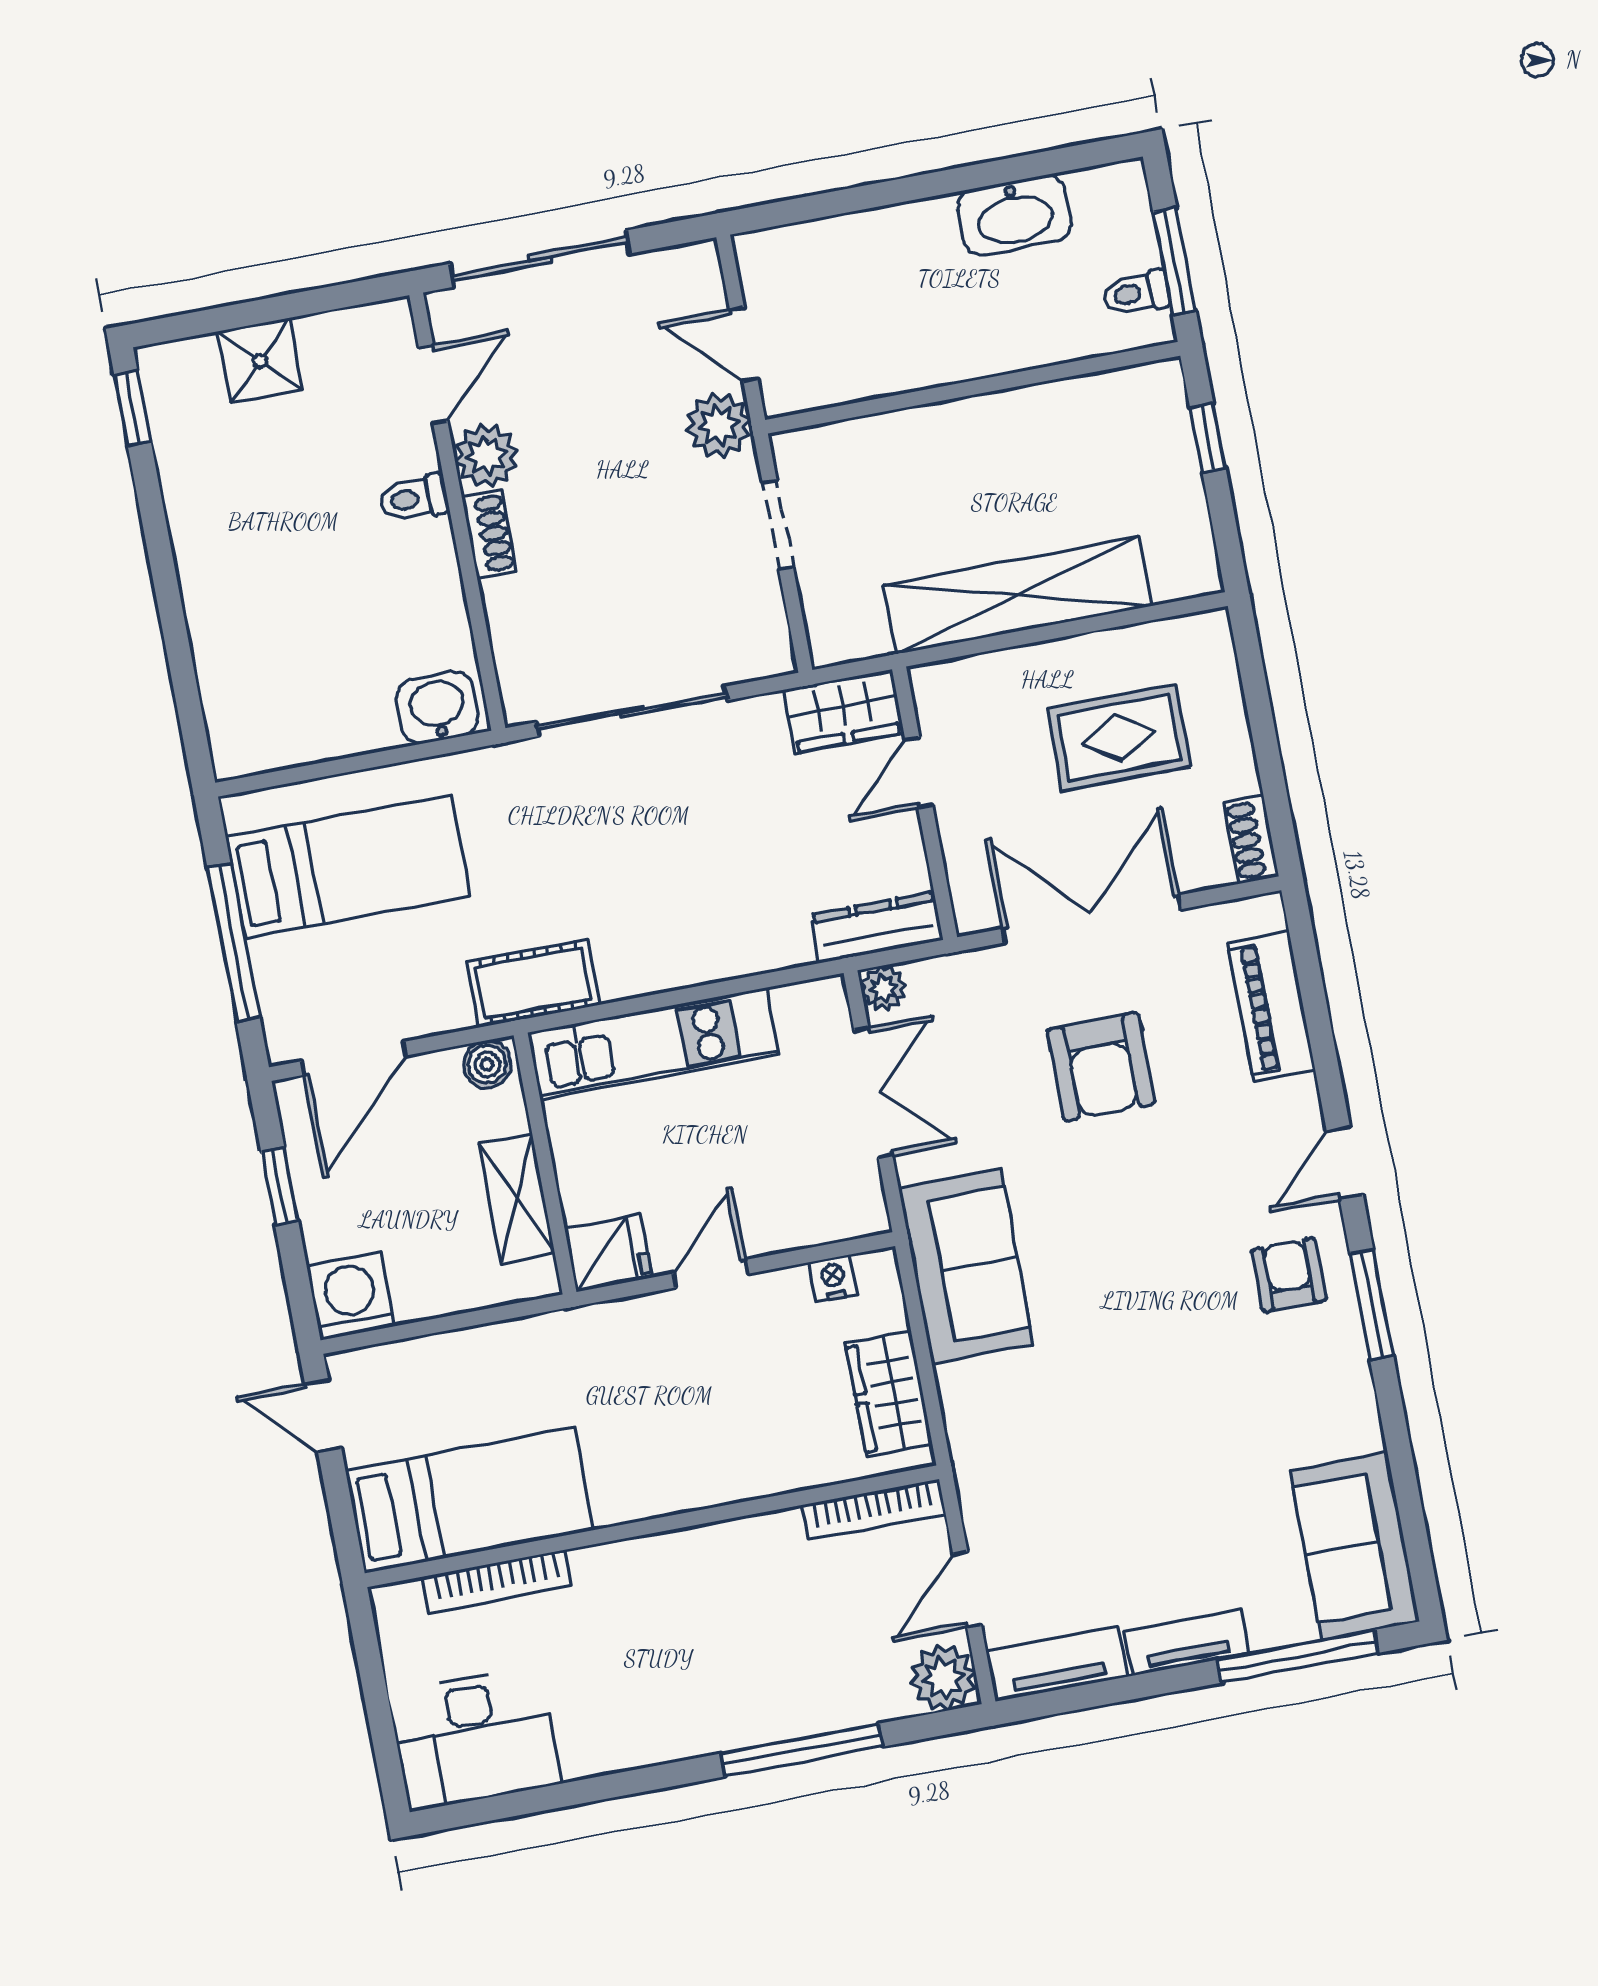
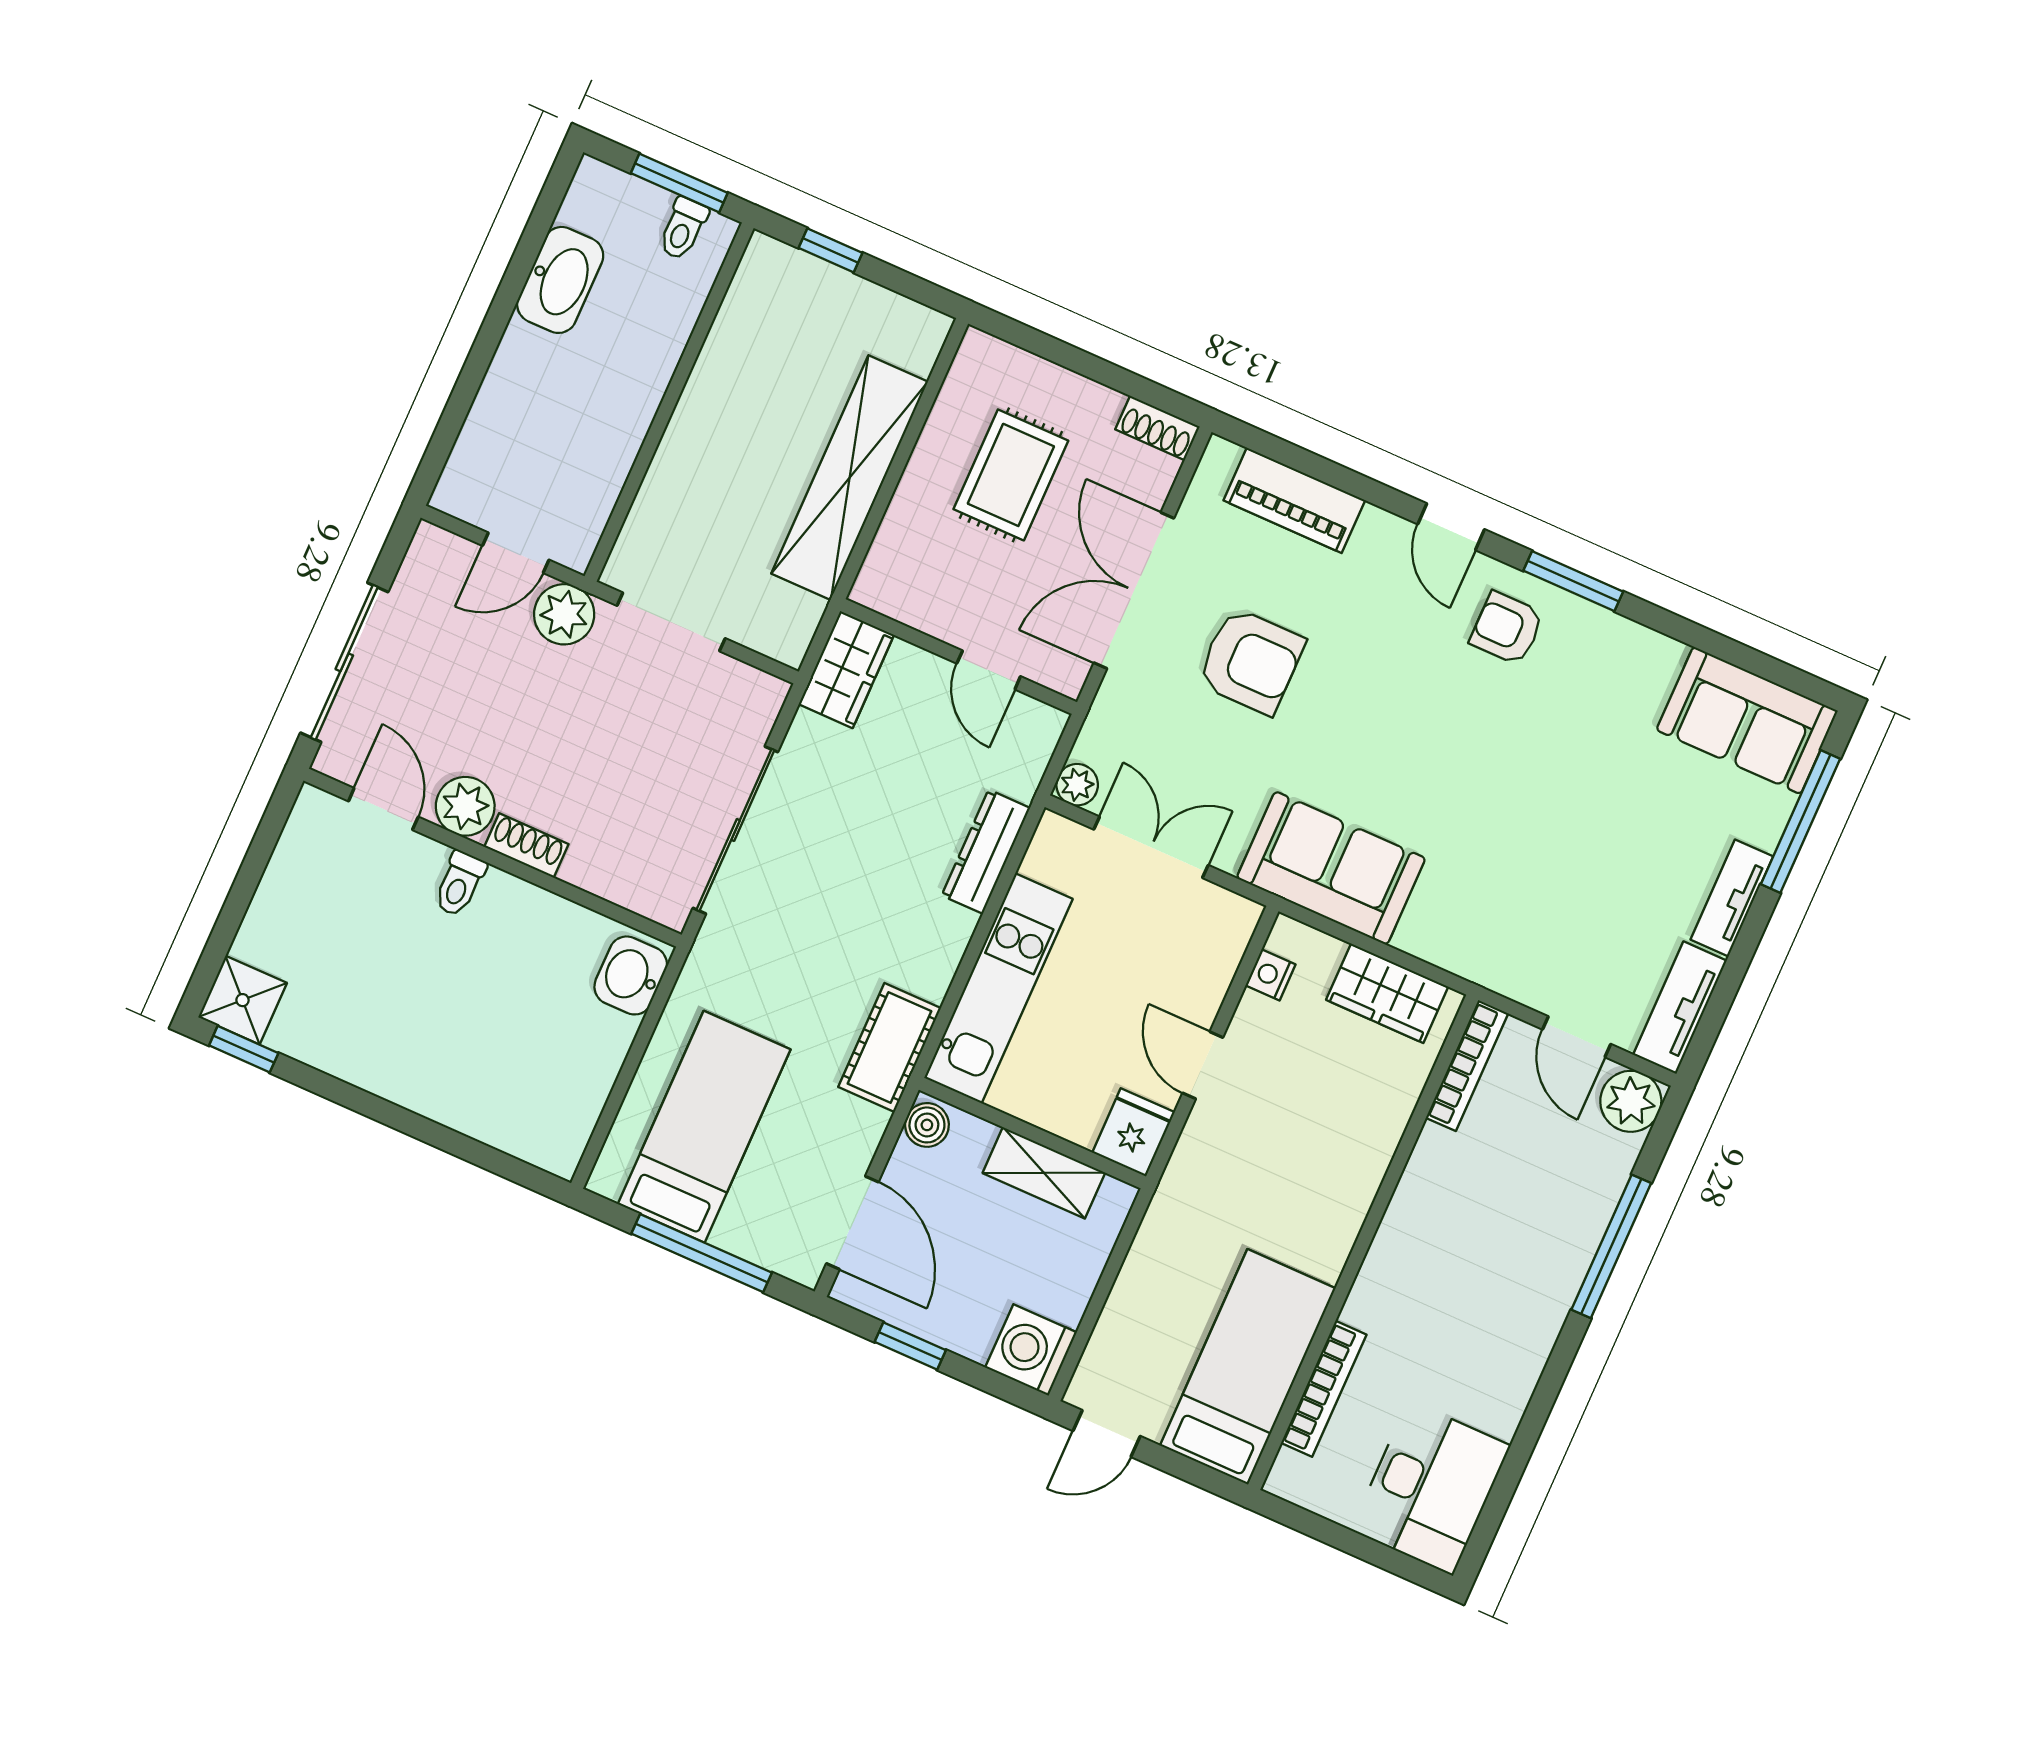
shower: (260, 361) -> (243, 1000), moved
doorway: (778, 525) -> (671, 622), width x1.38
door: (919, 772) -> (989, 670), moved
dresser: (877, 927) -> (986, 852), moved

